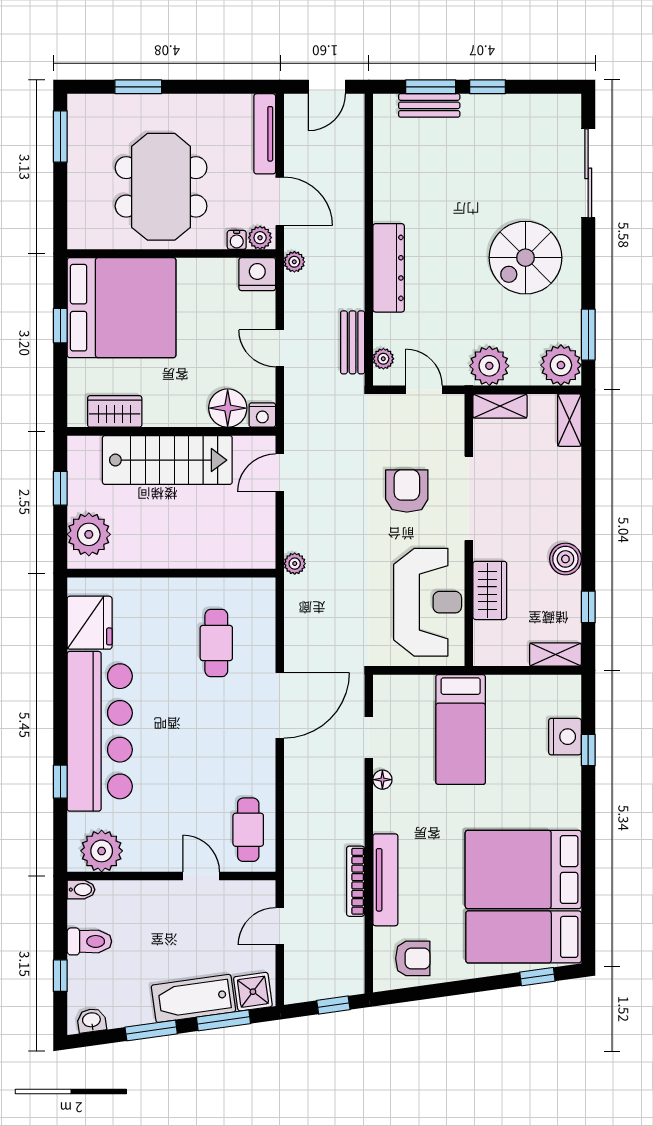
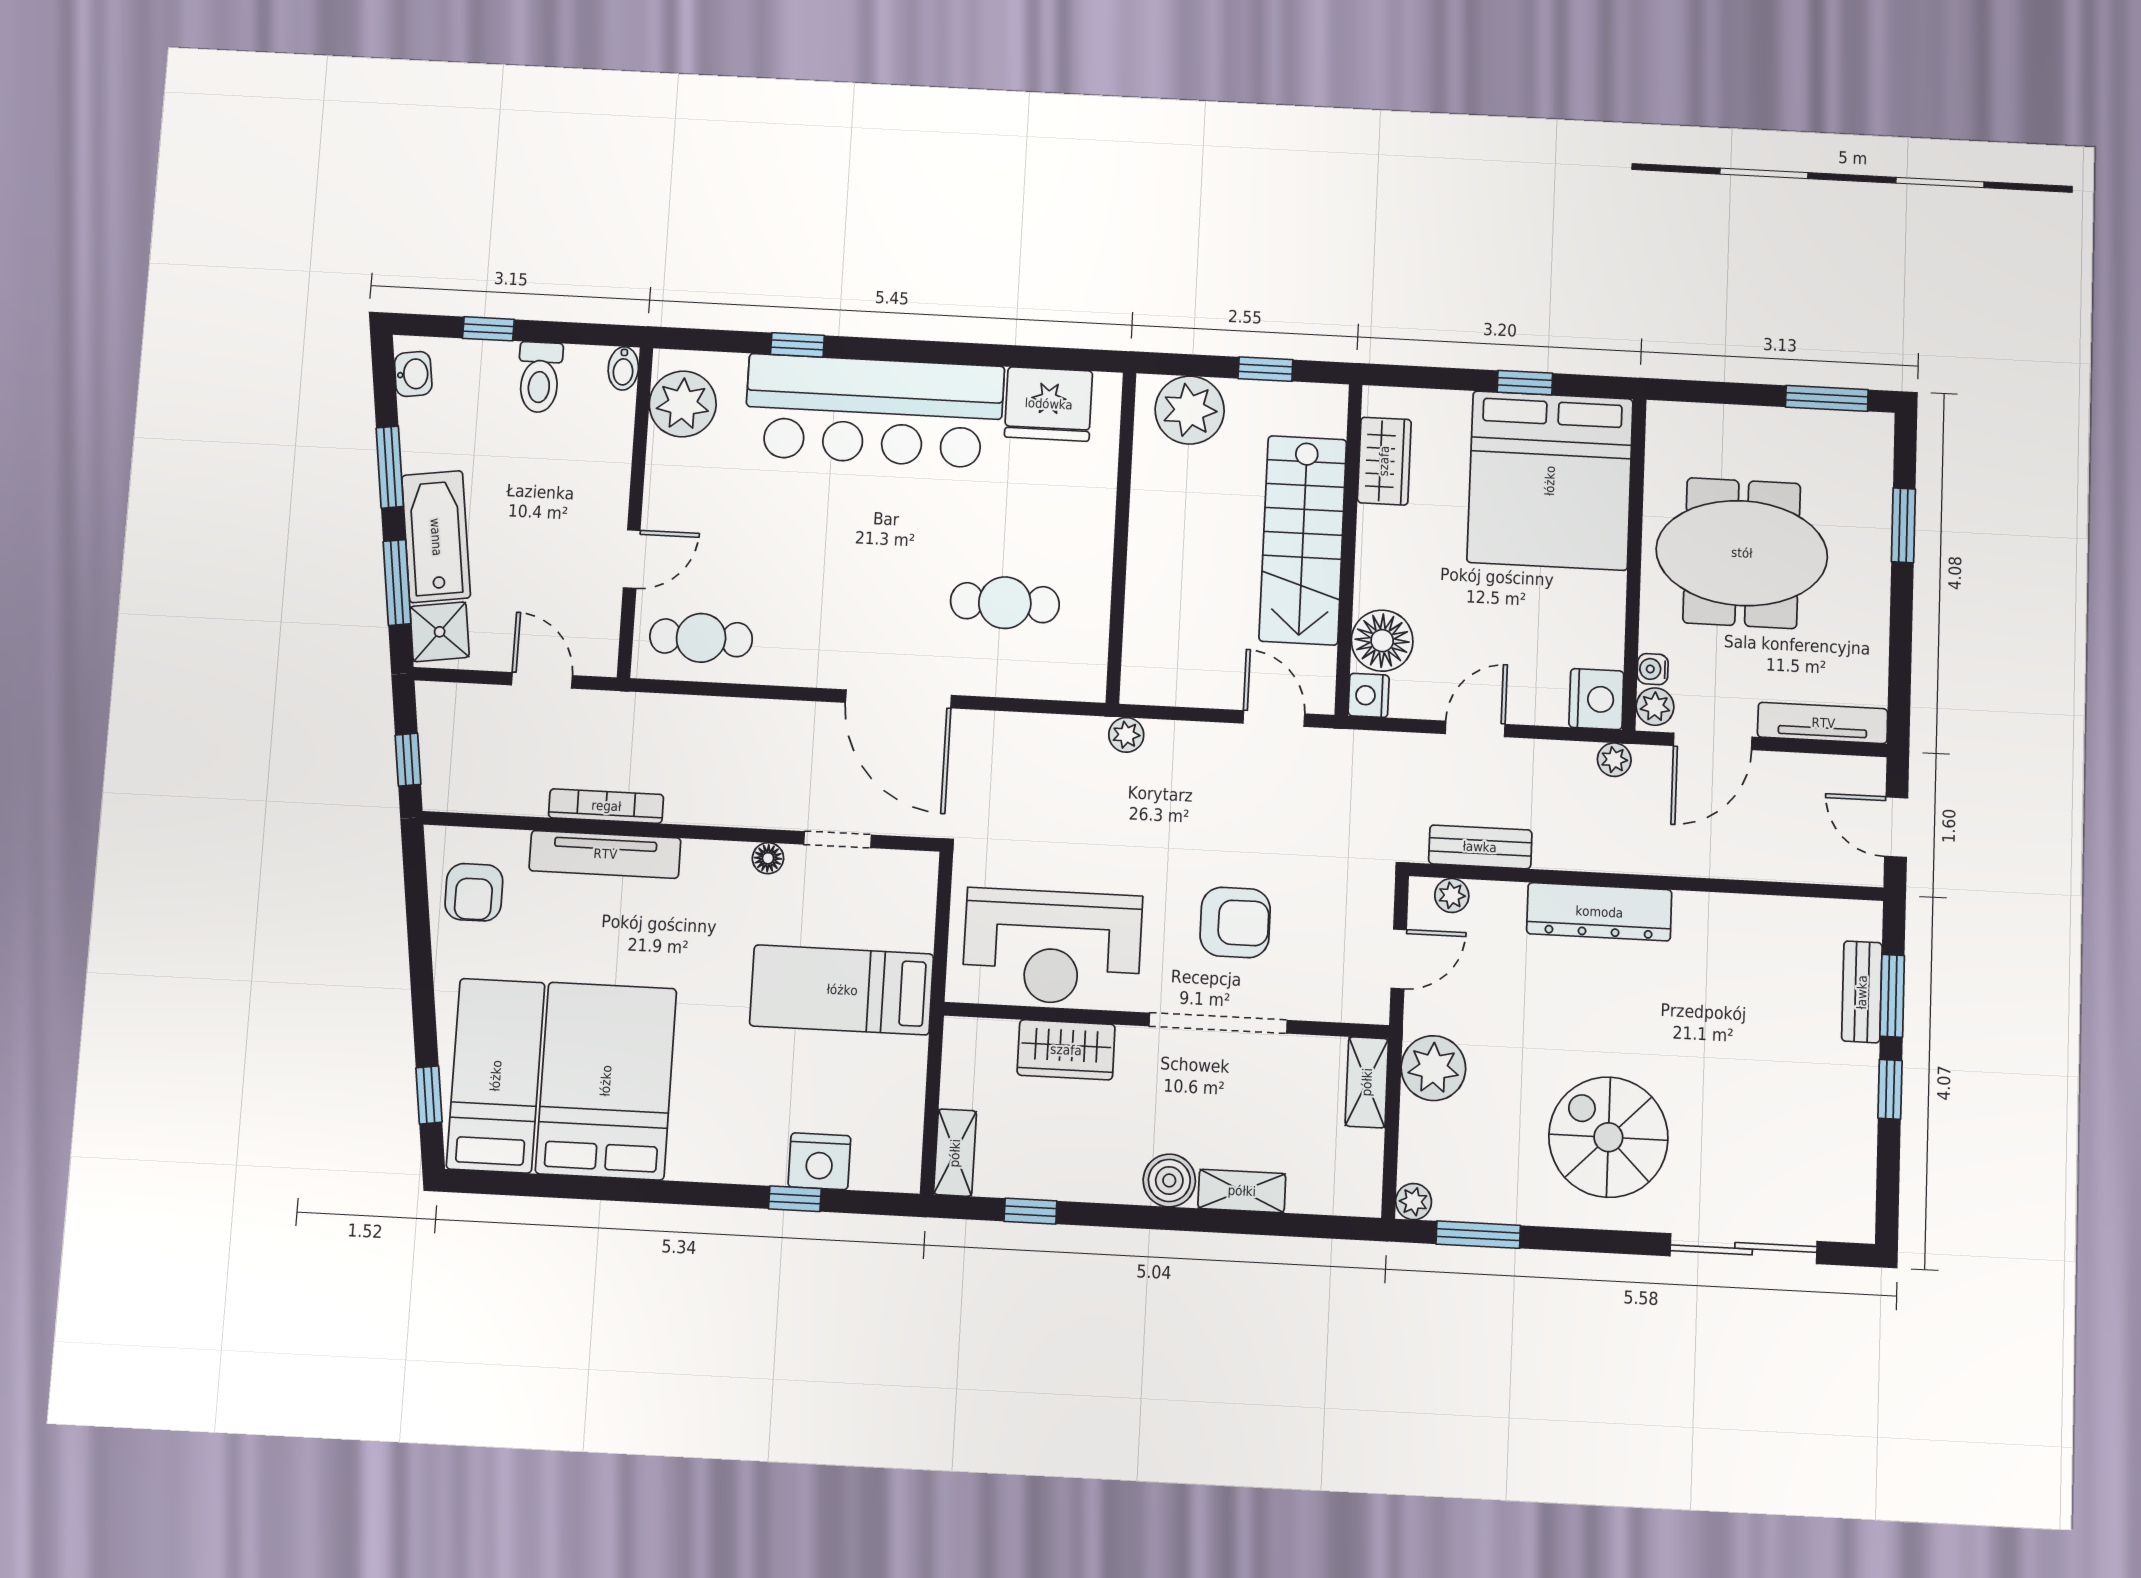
plant: (561, 365) -> (1414, 1202), width x0.53, depth x0.53
shelving: (569, 420) -> (1242, 1191), moved
boiler: (565, 559) -> (1169, 1180), moved

